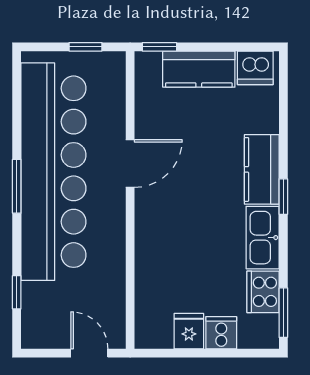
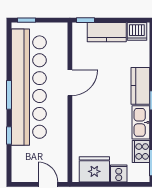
window: (86, 47) -> (27, 20), moved
window: (17, 292) -> (9, 135), moved
fridge: (189, 331) -> (94, 169), width x1.88, depth x1.34

